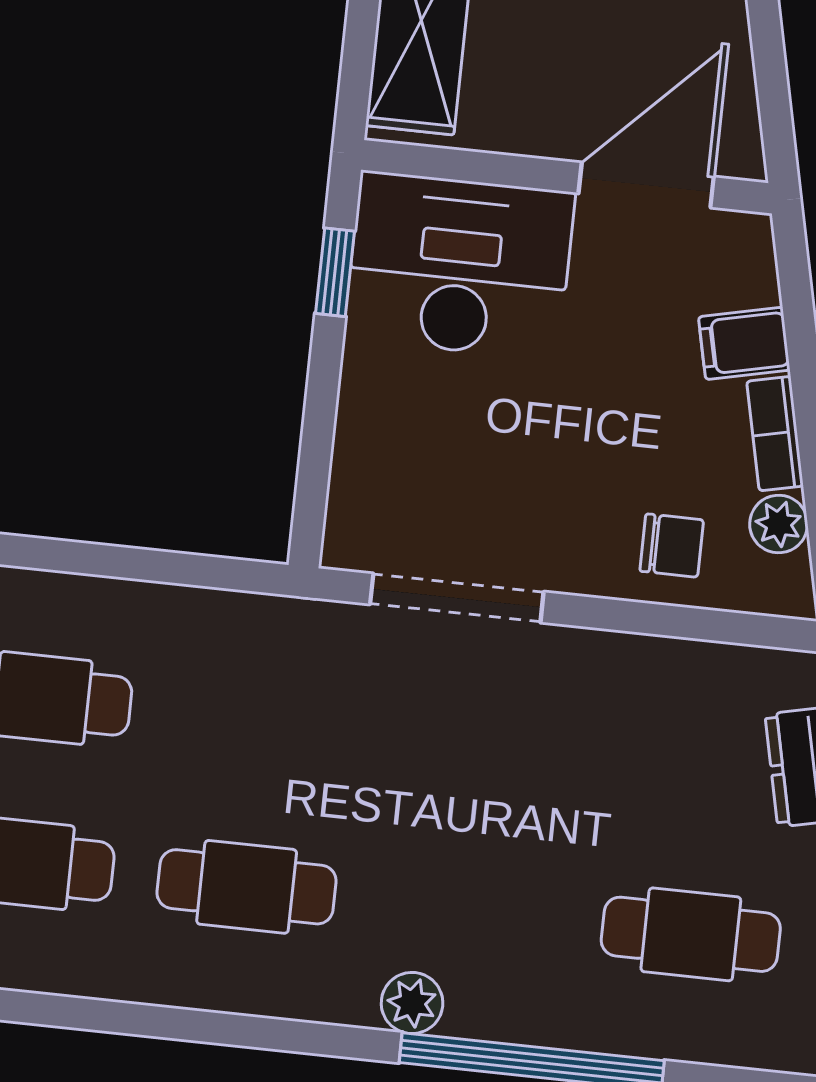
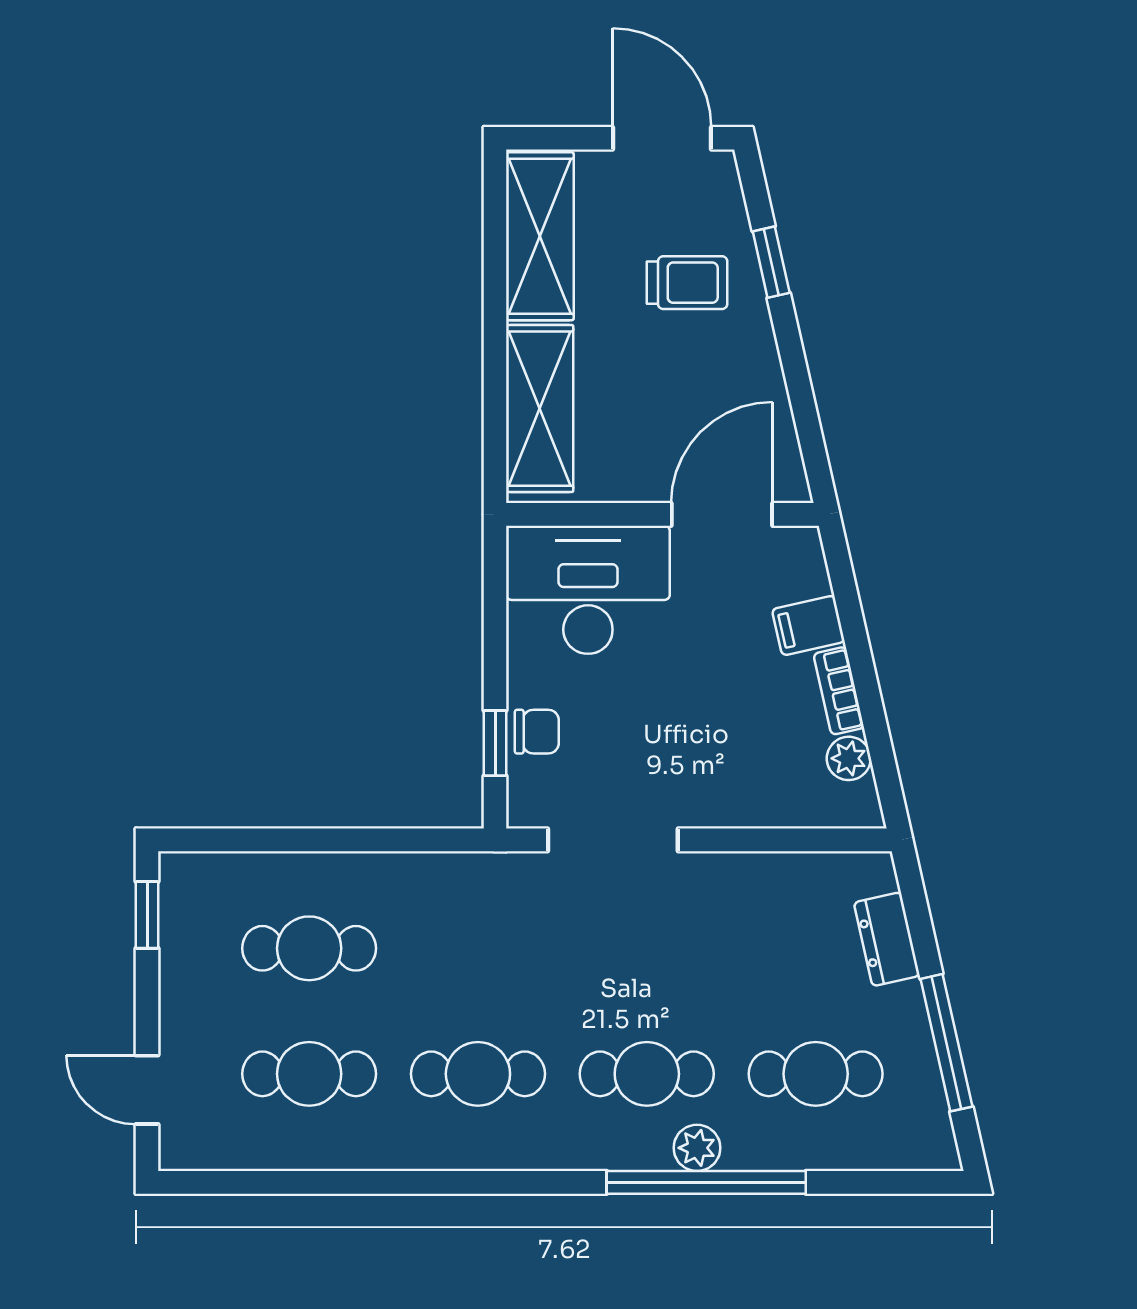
window: (335, 272) -> (495, 743), moved
chair: (672, 546) -> (537, 732), moved
cafe table: (469, 911) -> (647, 1074), added
plant: (412, 1003) -> (697, 1148), moved

